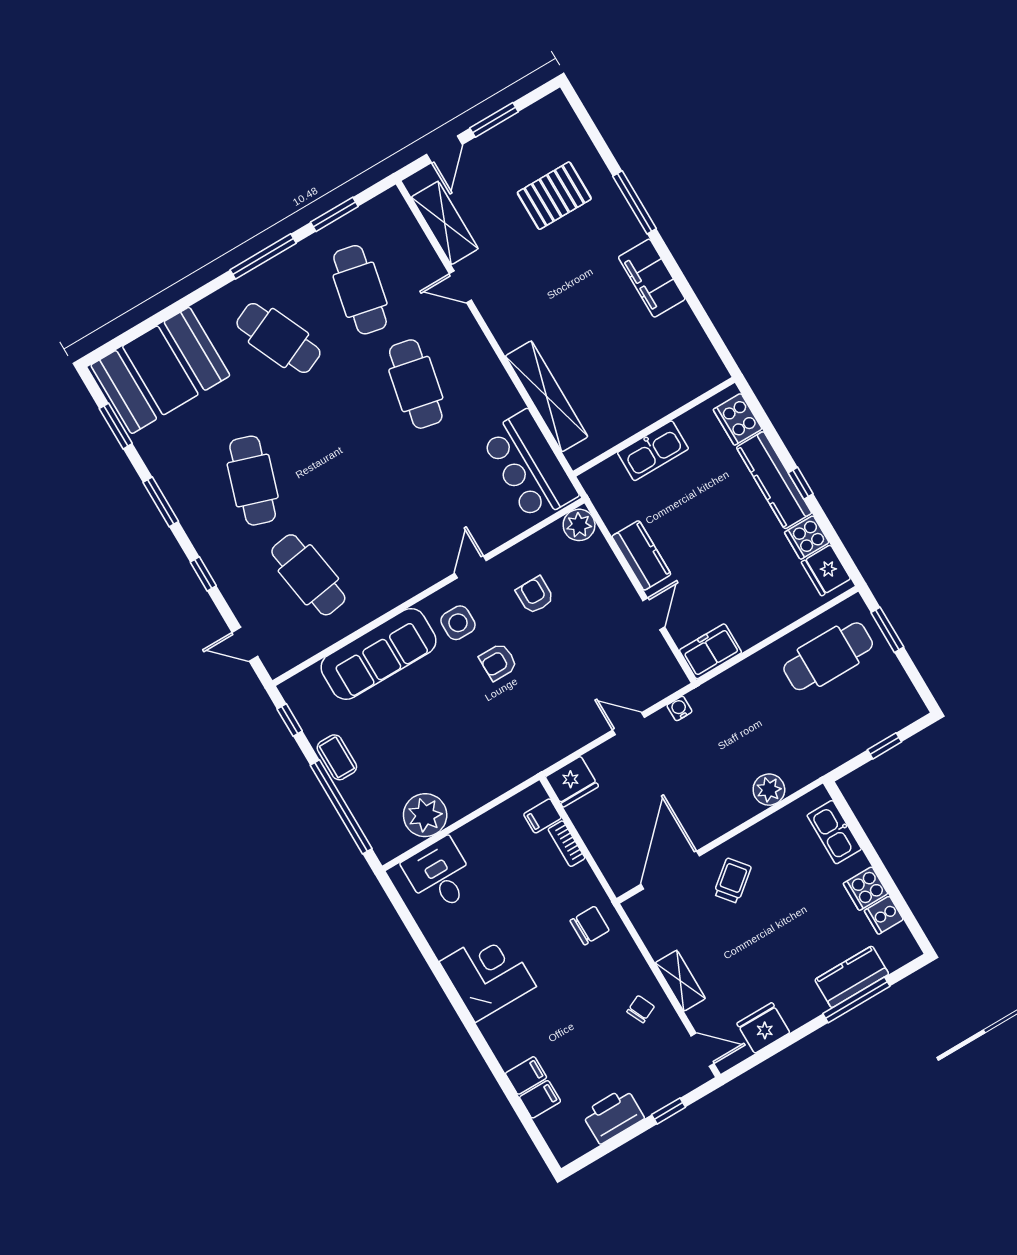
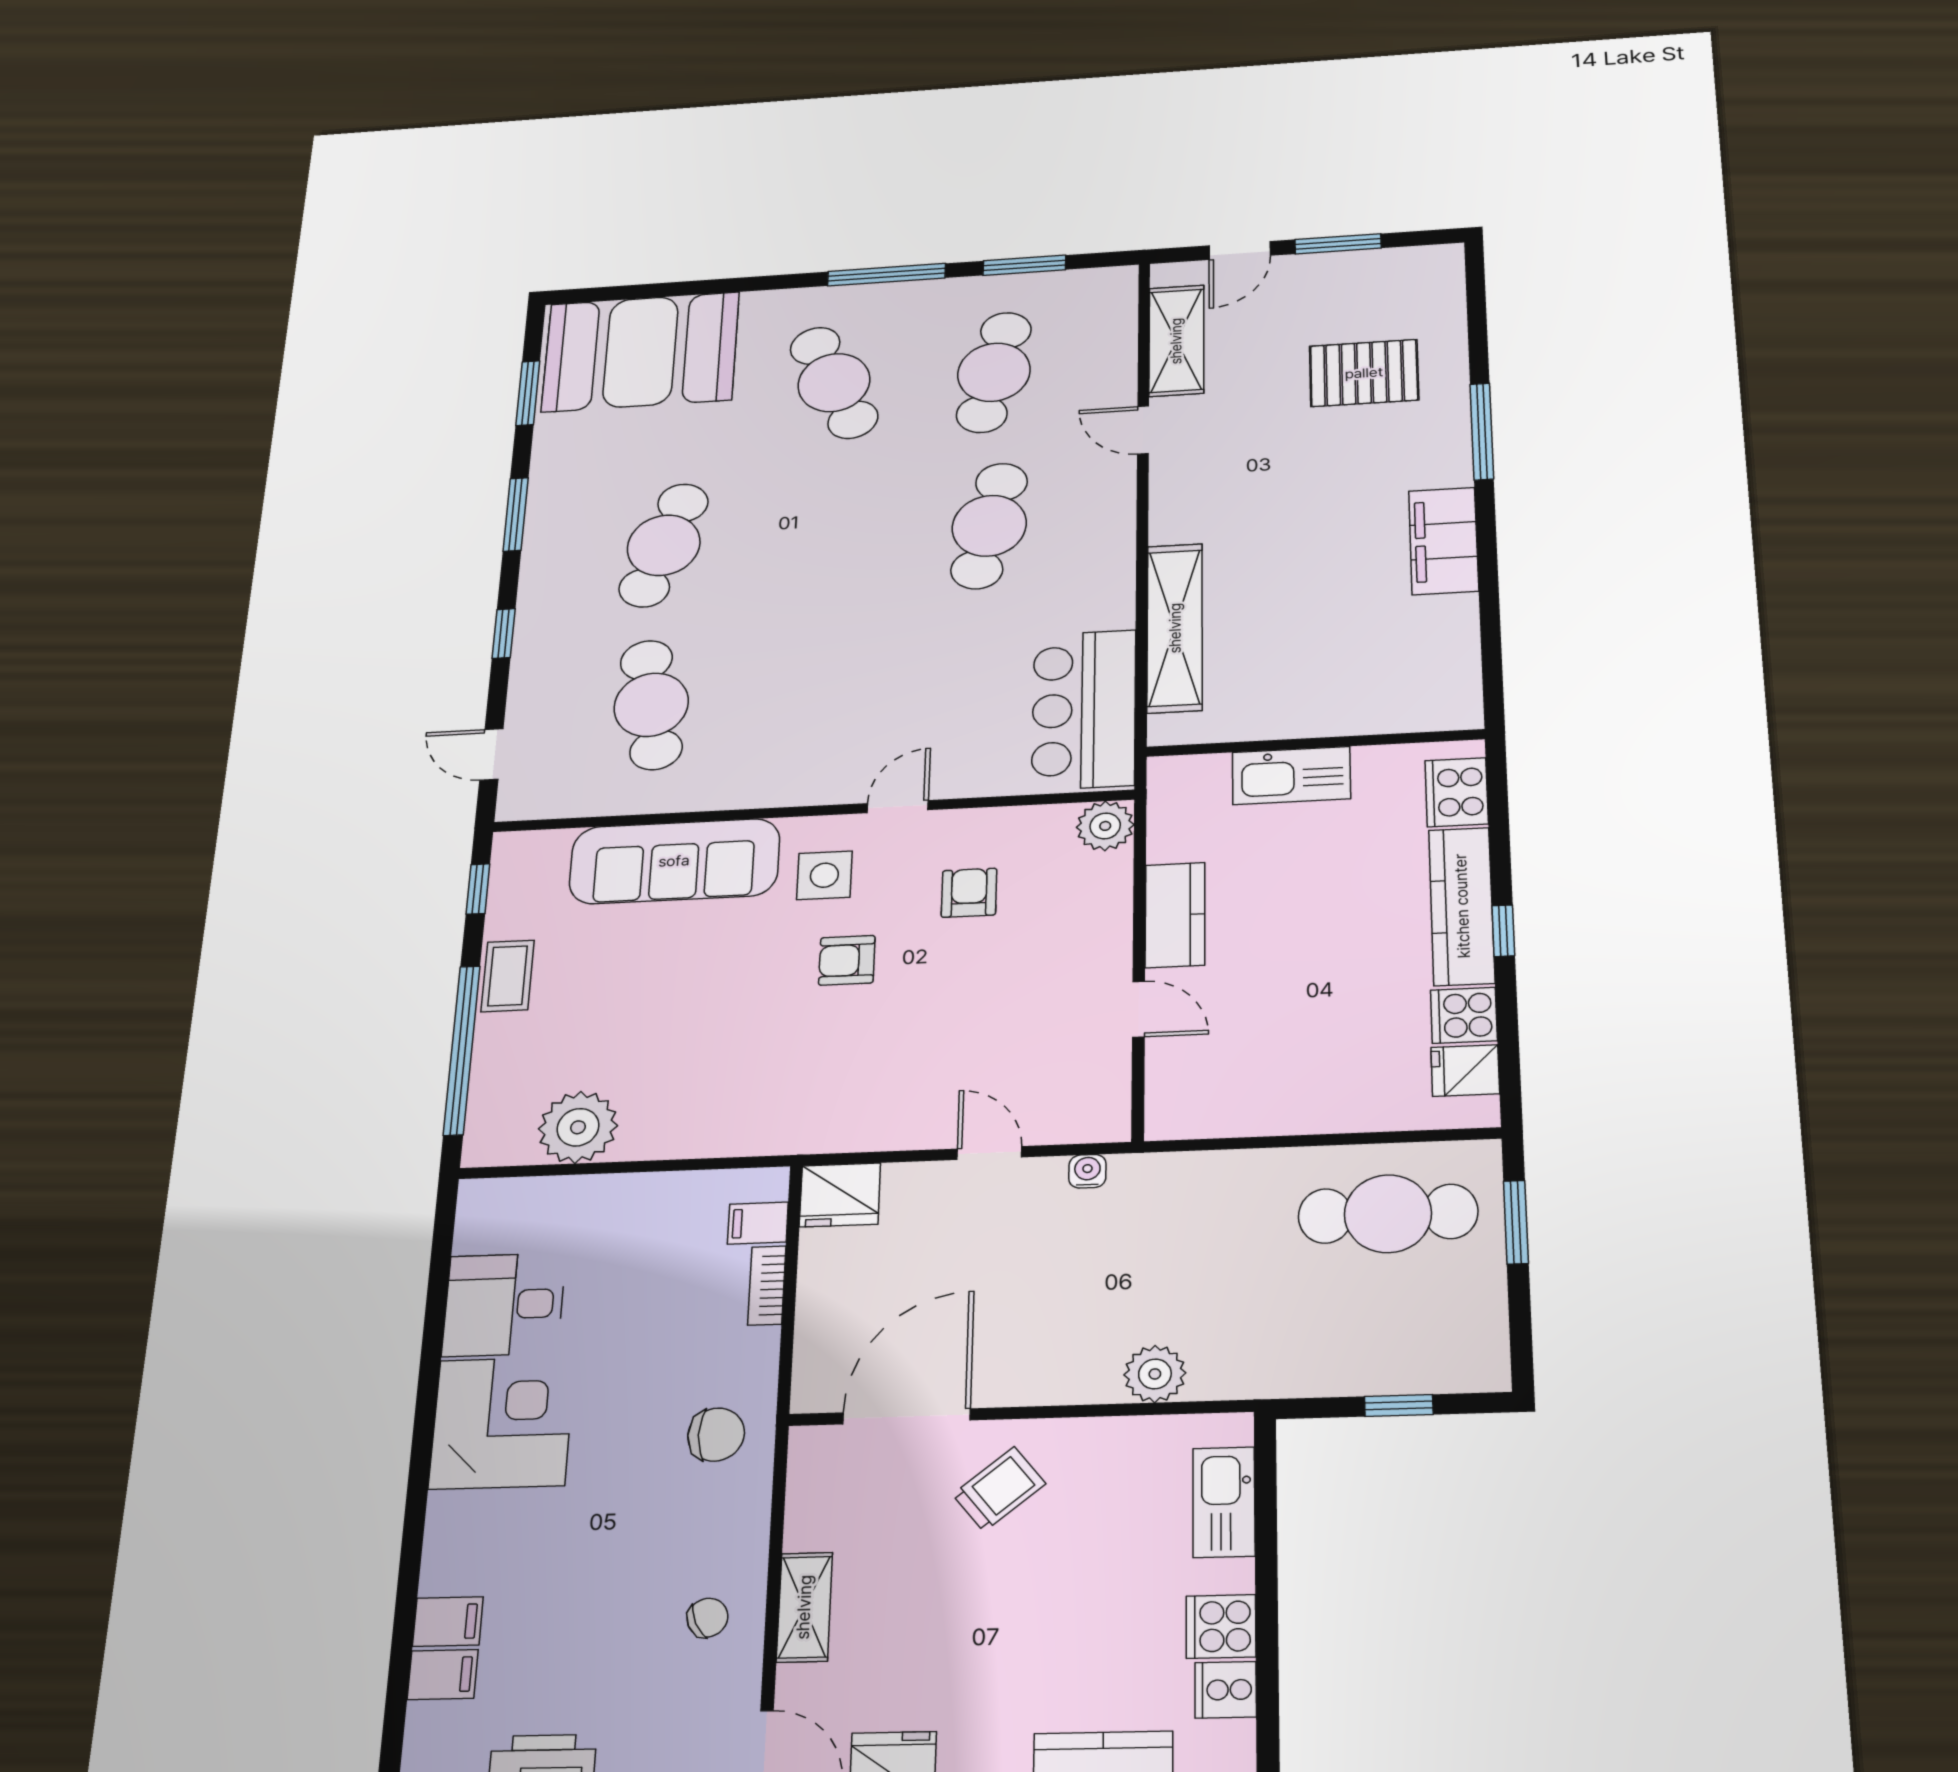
fridge: (826, 570) -> (1465, 1071), width x0.72
door: (654, 614) -> (1139, 1009), hinge flipped
freezer: (711, 651) -> (1195, 1110), removed
desk: (440, 875) -> (504, 1305), moved, turned -90

